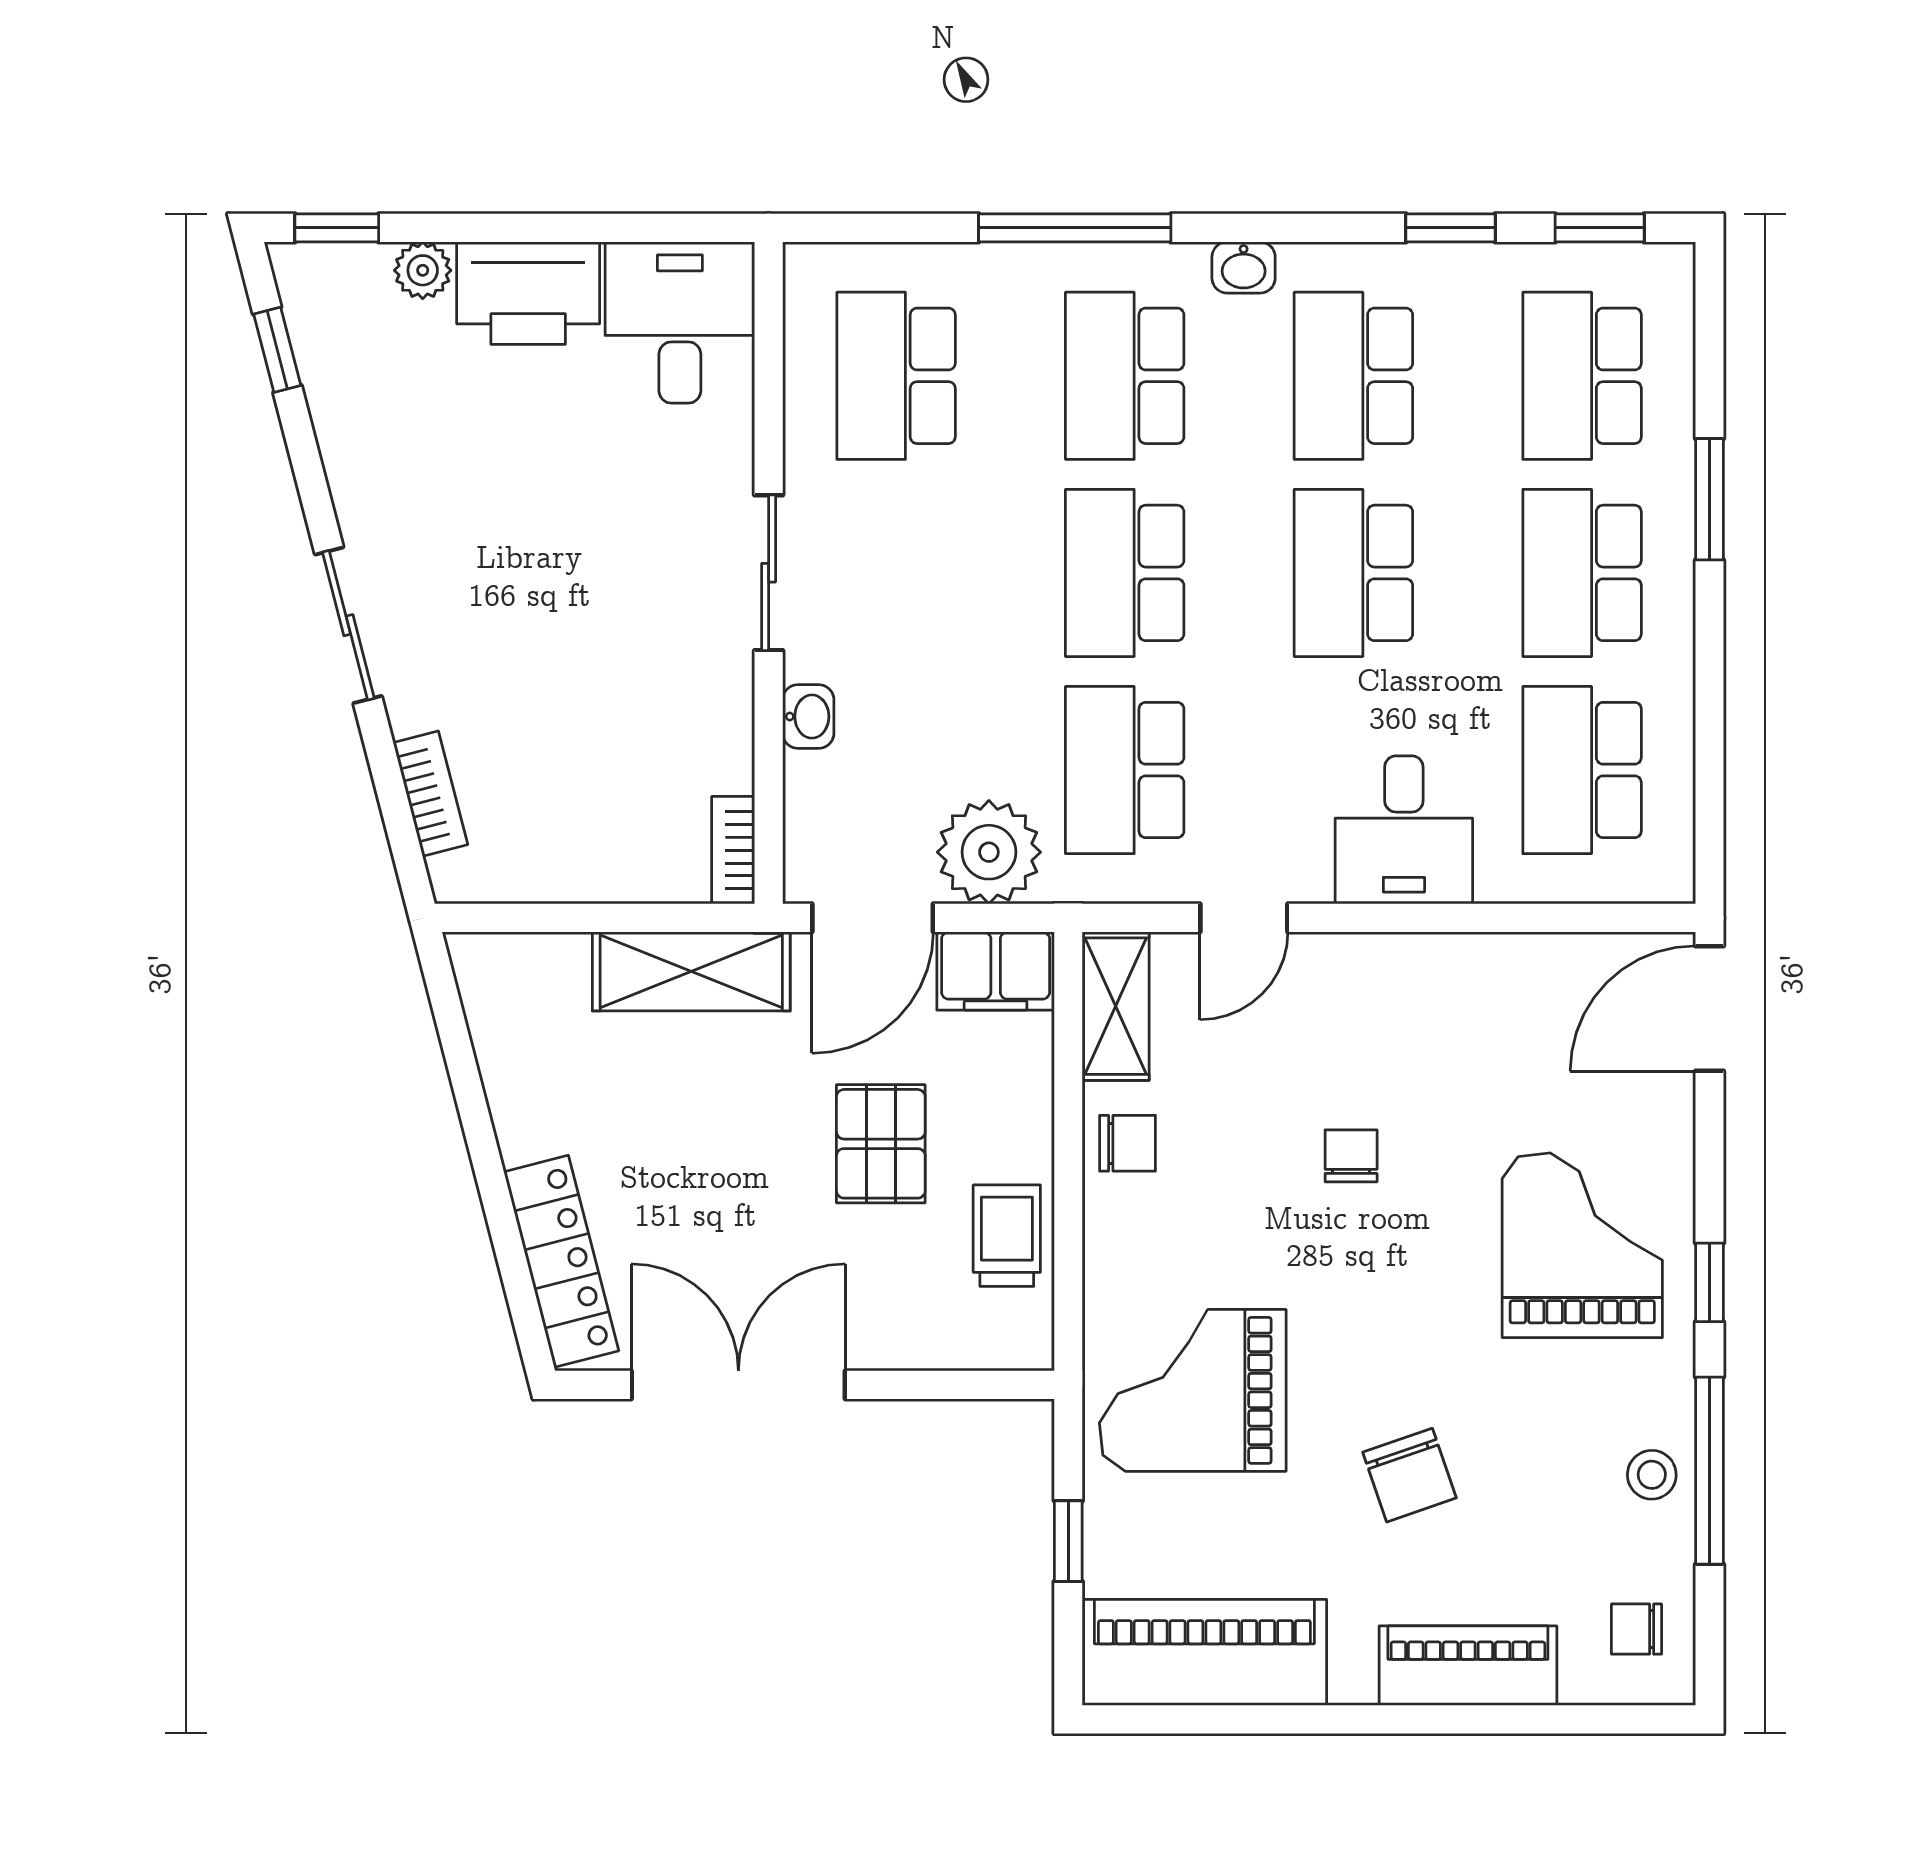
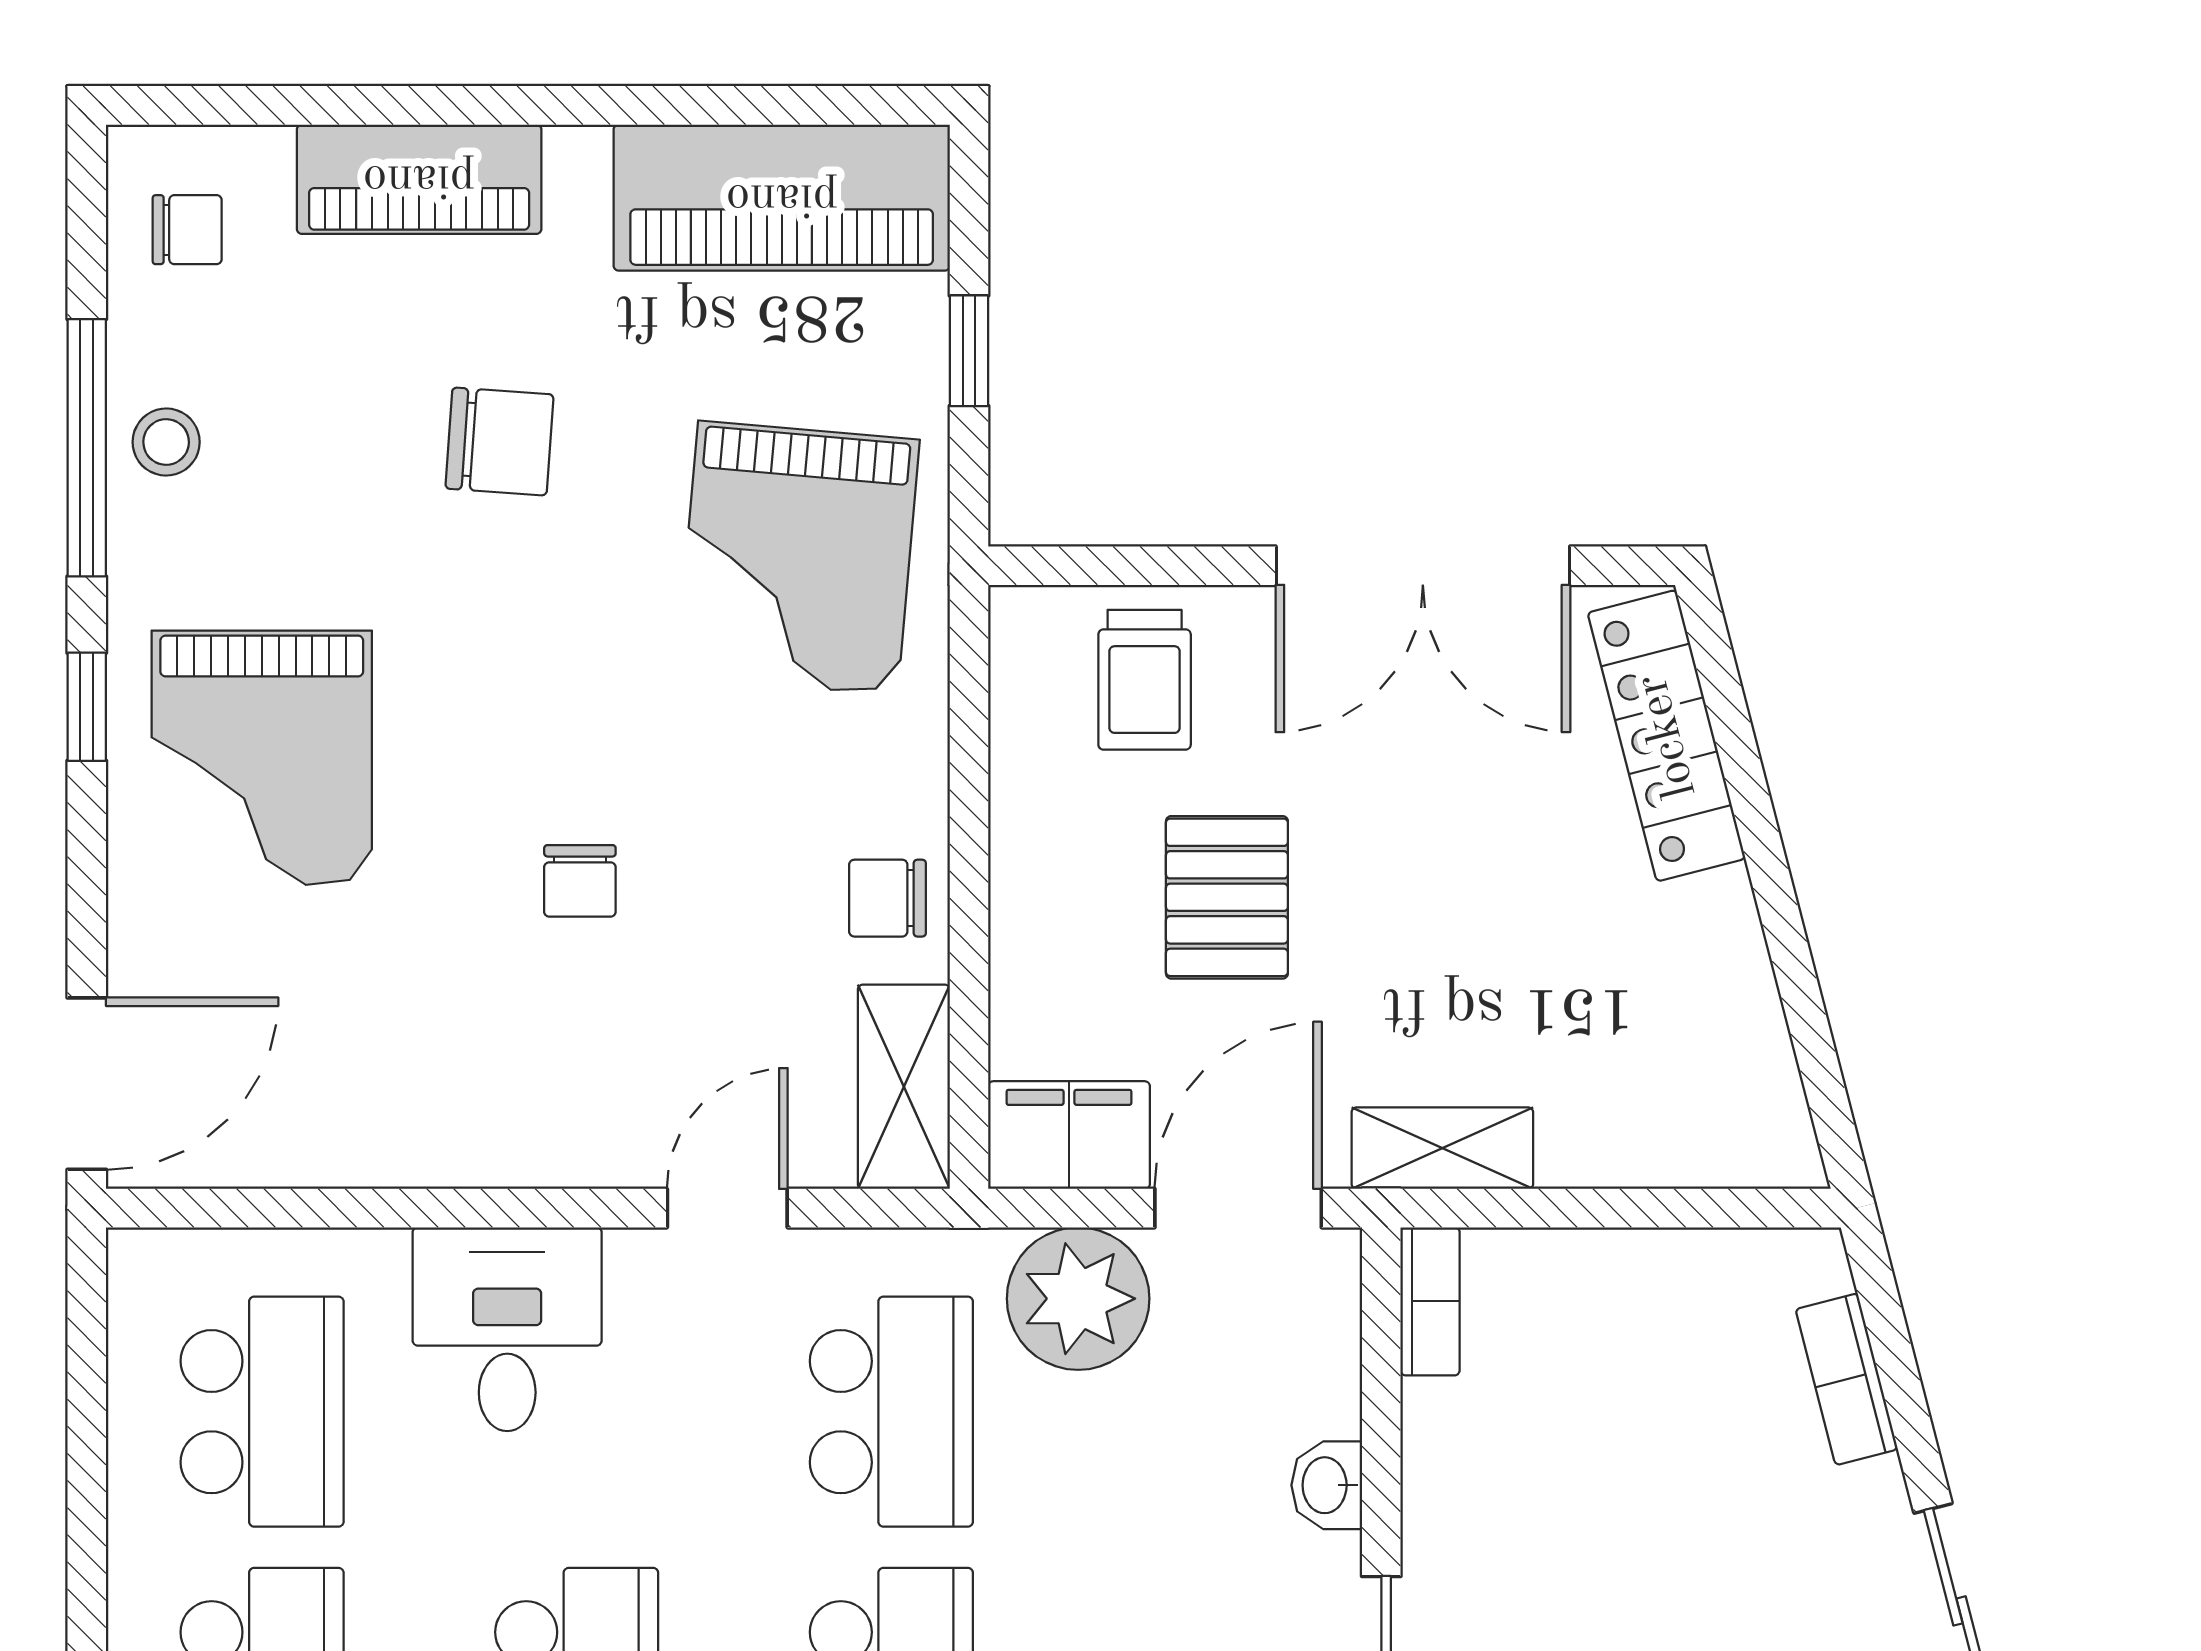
shelving: (691, 971) -> (1442, 1148), width x0.67, depth x0.75
trolley: (1007, 1236) -> (1145, 680), moved
grand piano: (1193, 1390) -> (798, 558), turned 95
chair: (1410, 1475) -> (499, 441), turned 113

